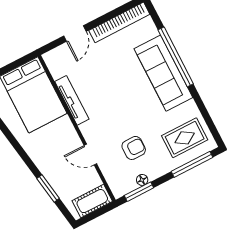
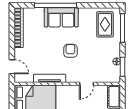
door: (75, 34) -> (12, 67), moved
sofa: (163, 73) -> (61, 17), width x0.73
armchair: (134, 148) -> (70, 51), moved

